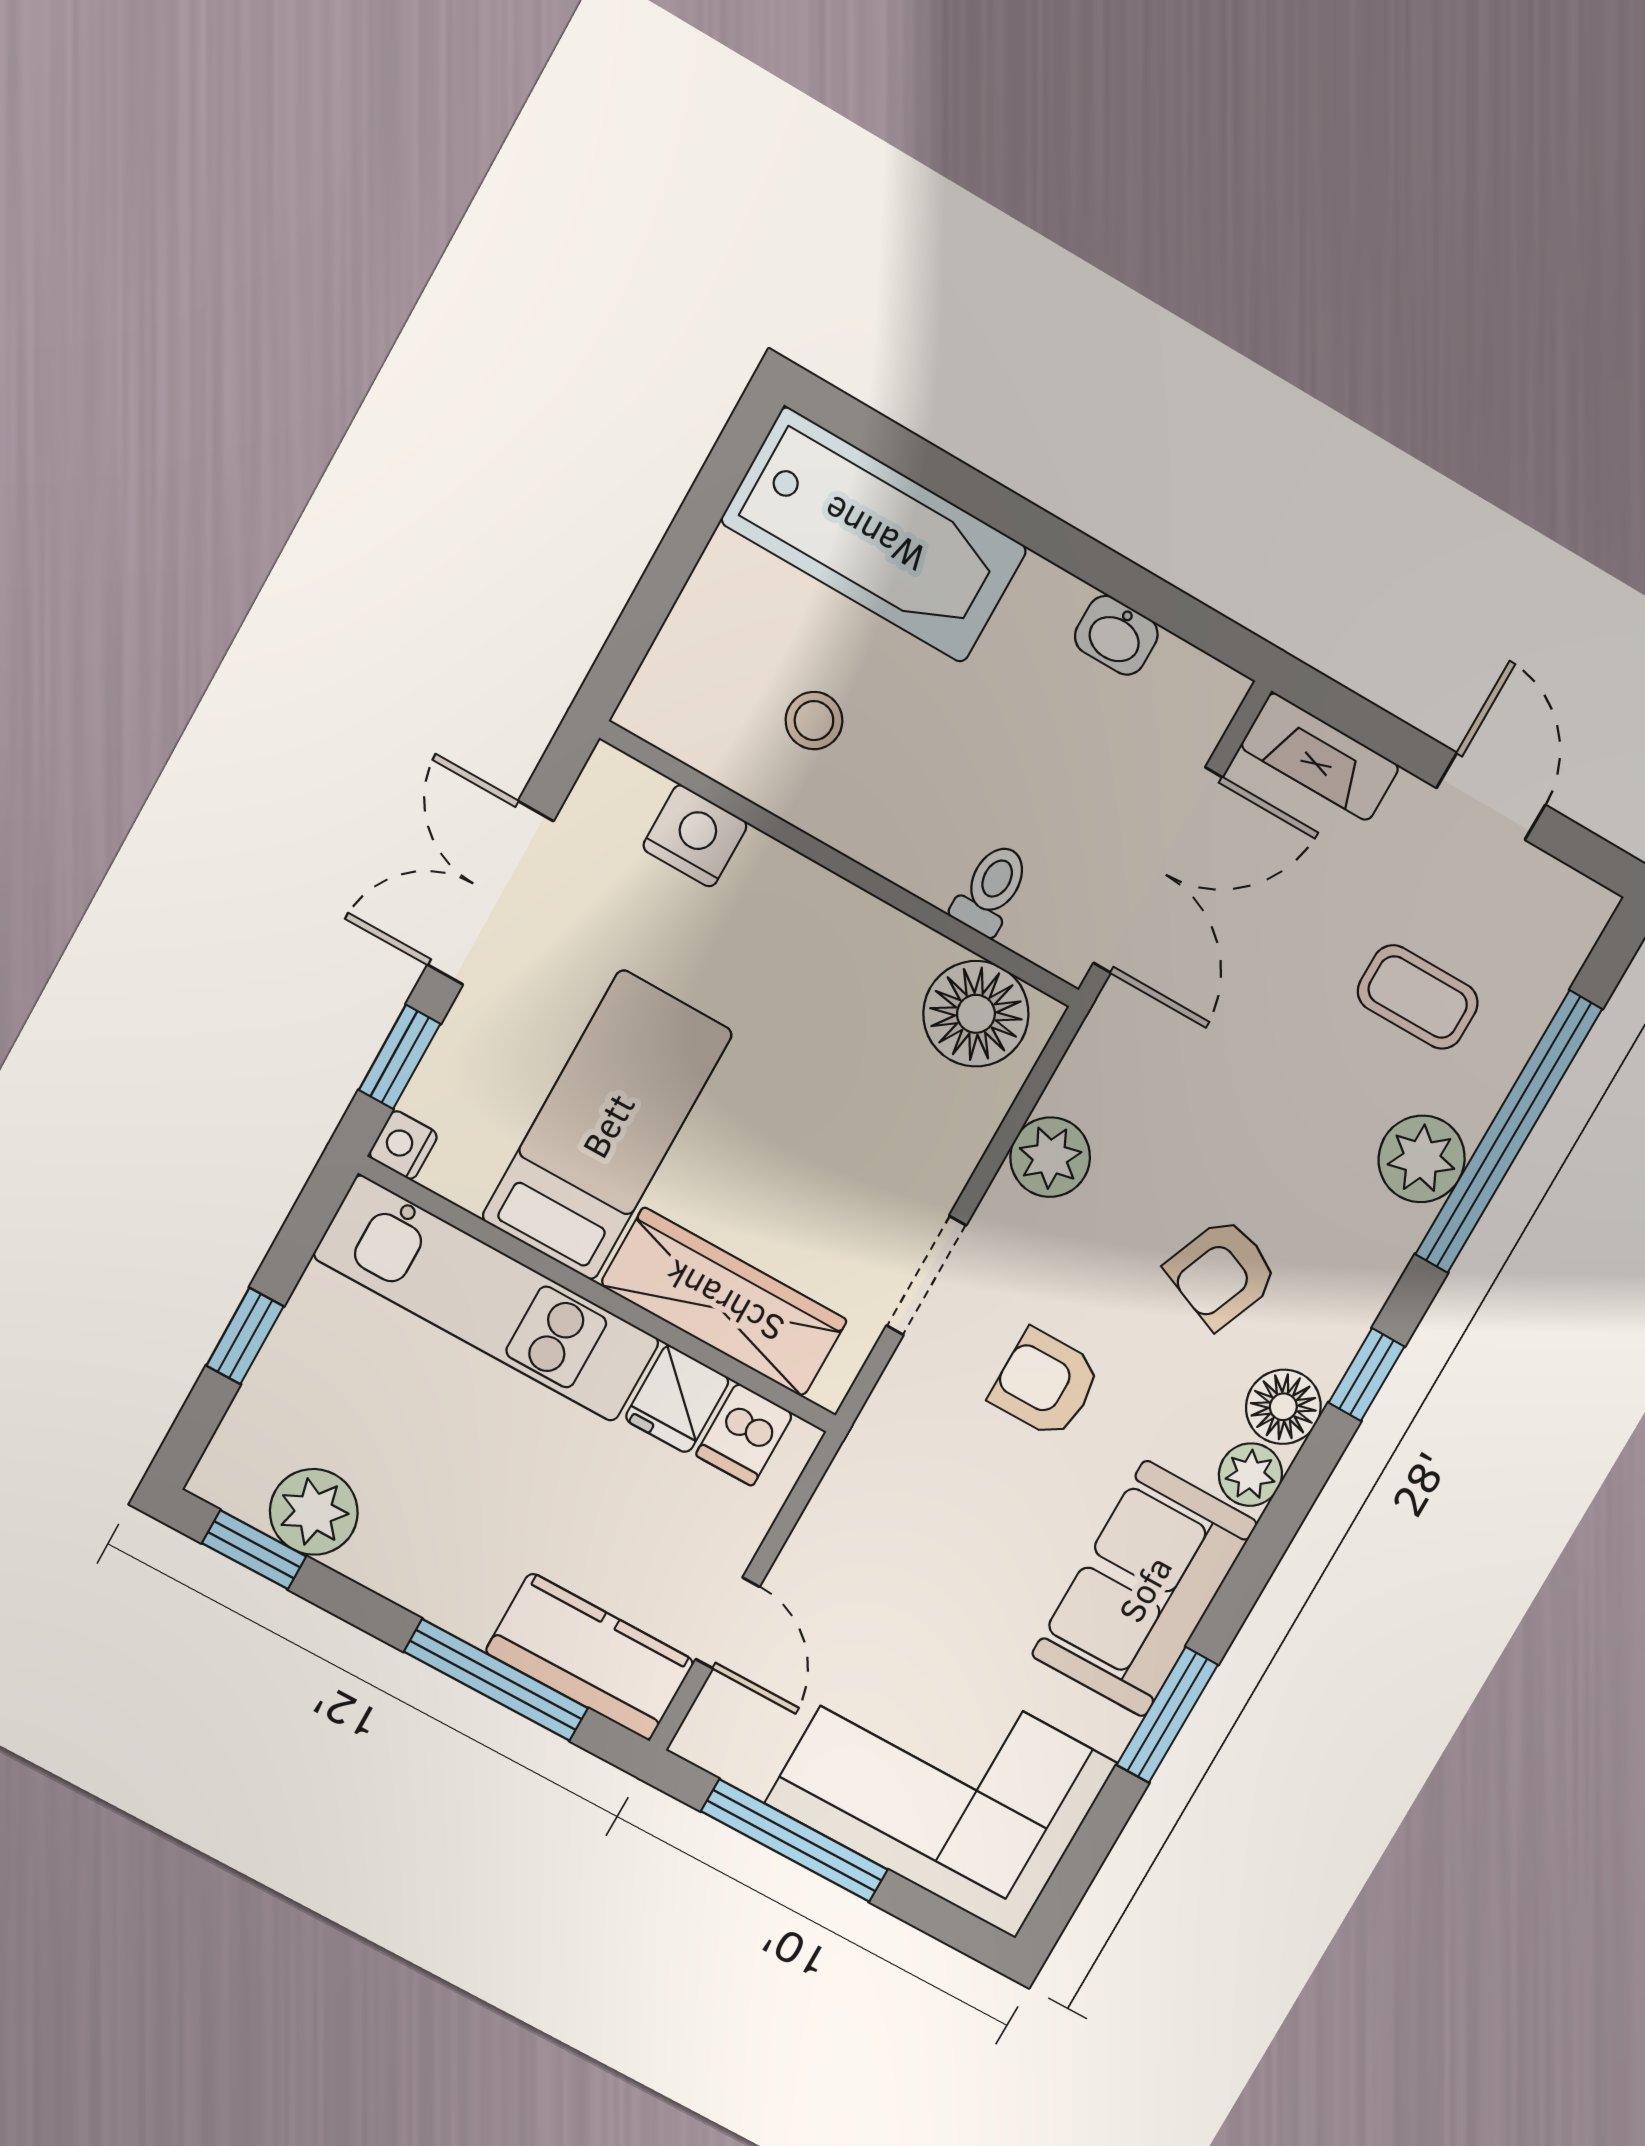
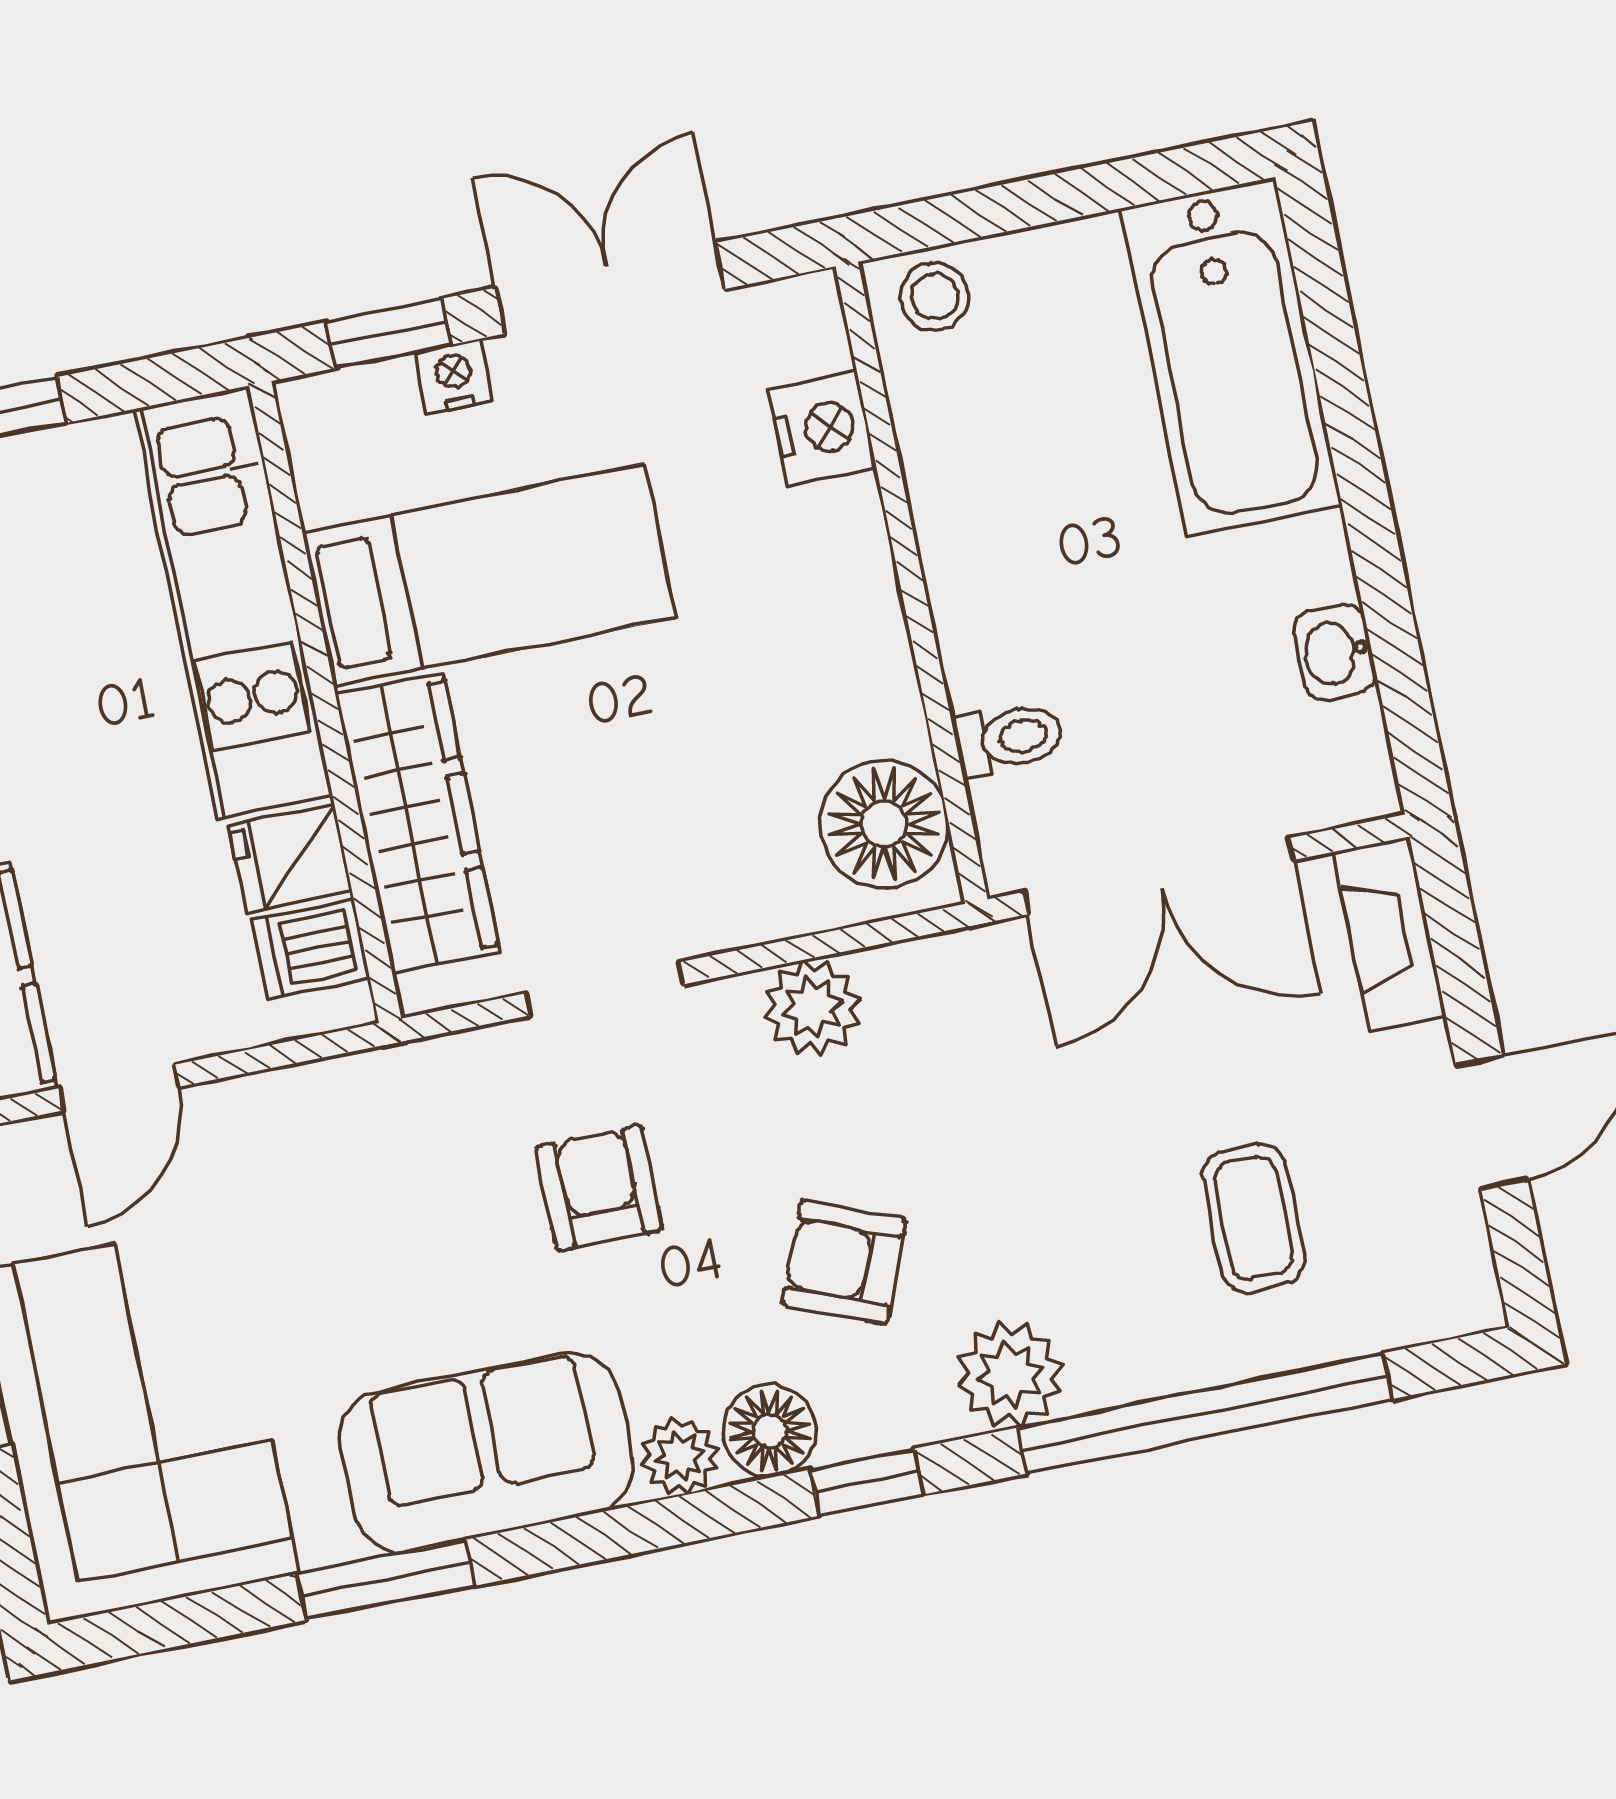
stool: (814, 721) -> (935, 296), moved
nightstand: (403, 1145) -> (454, 376), moved
plant: (1422, 1159) -> (1010, 1375), moved

